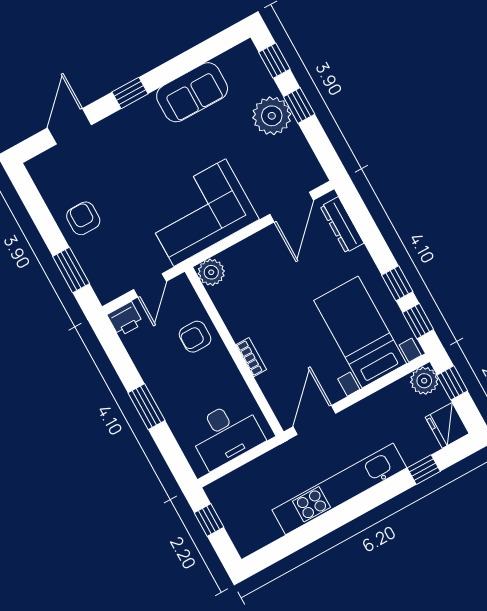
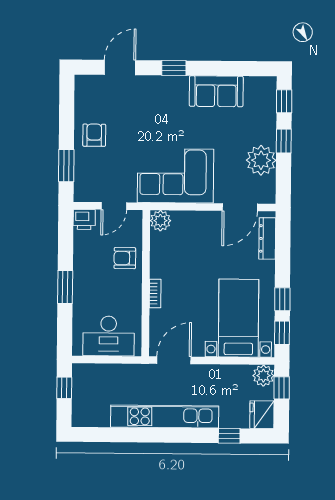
plant: (272, 116) -> (261, 160), moved

